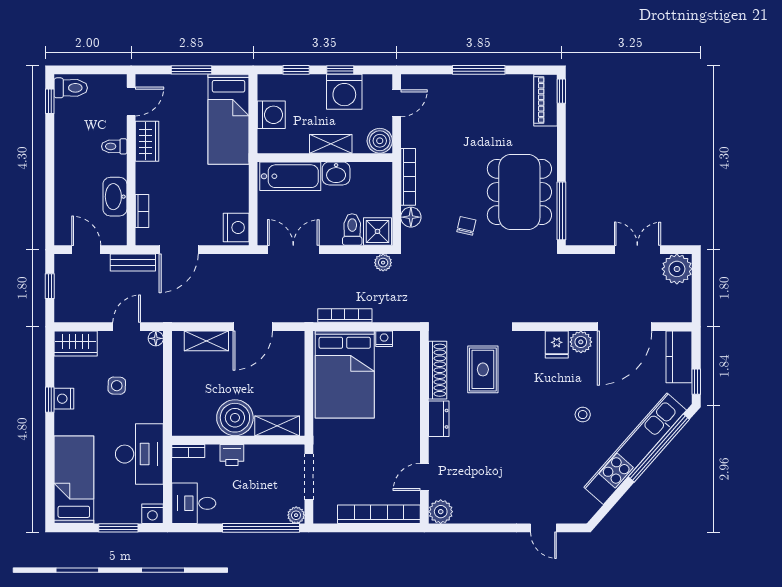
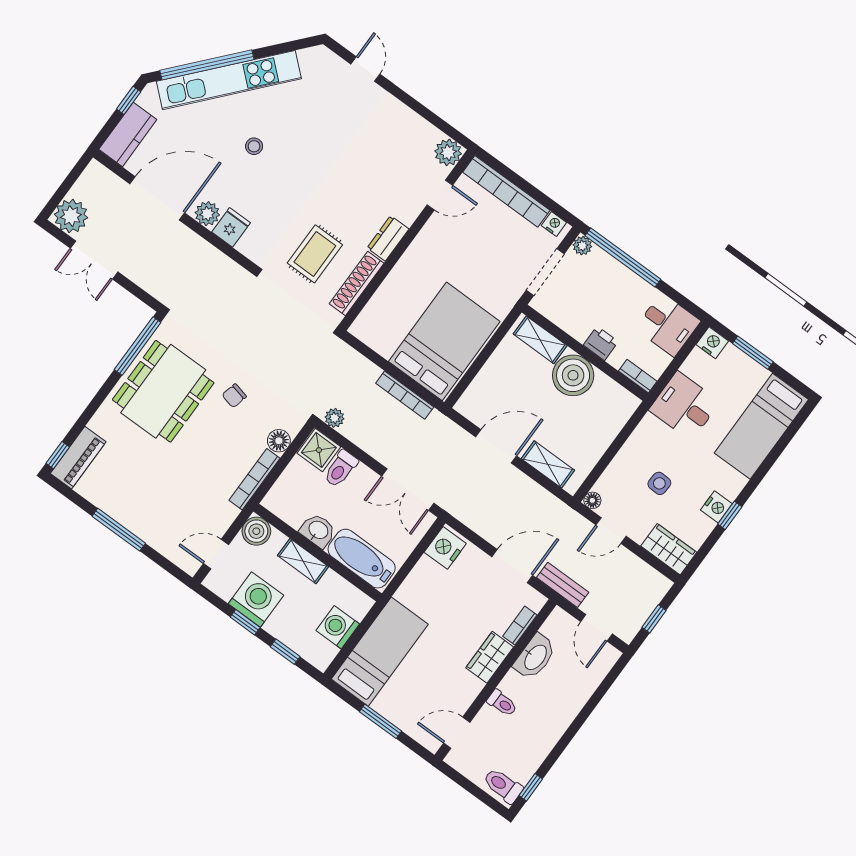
wardrobe: (147, 141) -> (490, 657), moved
nightstand: (384, 339) -> (554, 224), moved, turned 180
desk: (139, 454) -> (684, 406), width x0.73

